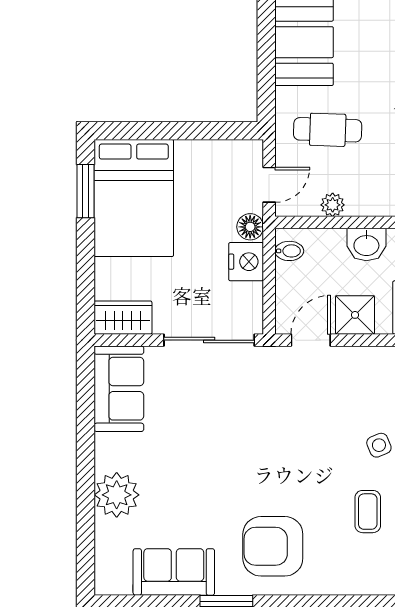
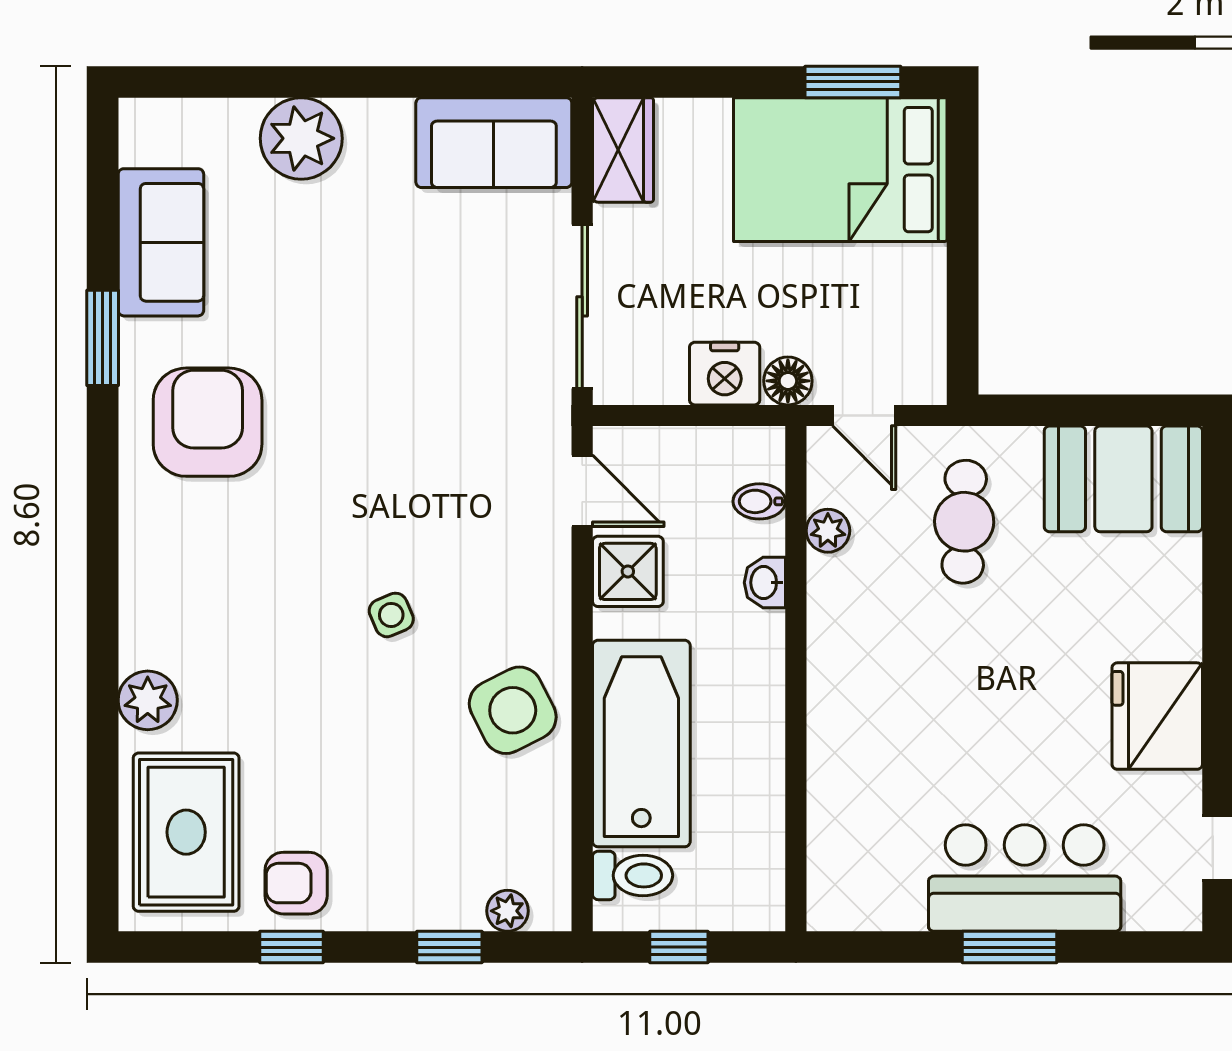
washbasin: (366, 245) -> (765, 583), width x0.72, depth x0.69
bidet: (289, 251) -> (759, 501), moved, turned 90
coffee table: (368, 512) -> (271, 595), removed

